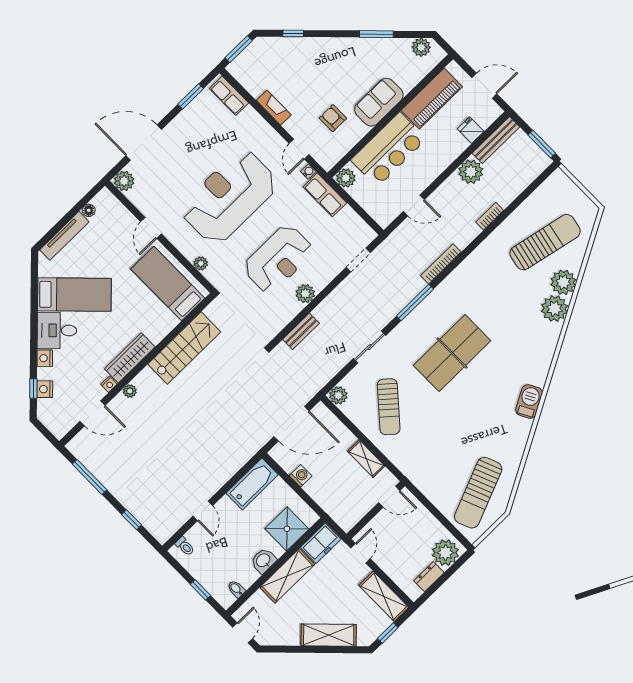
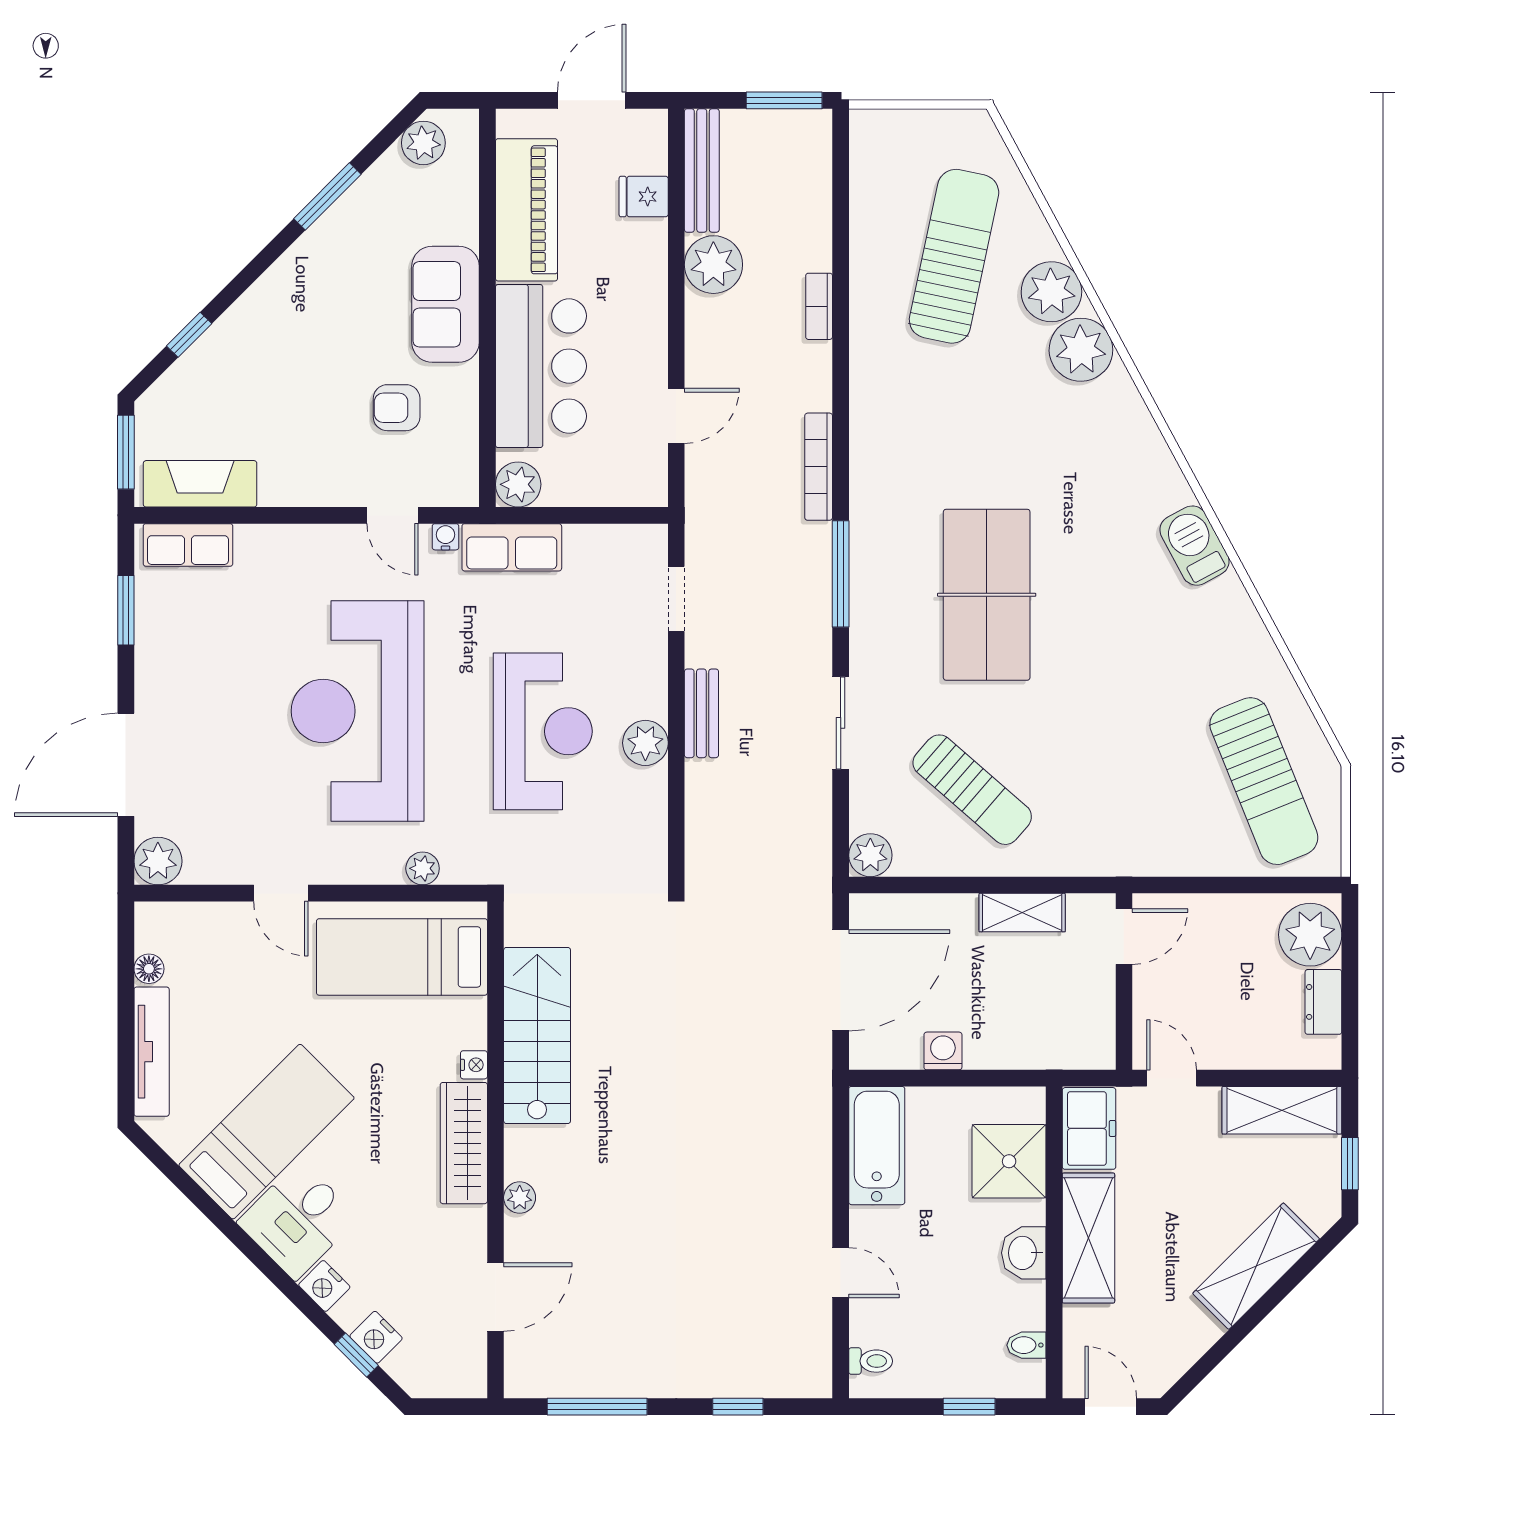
fireplace: (274, 108) -> (200, 484), moved, width x1.37, depth x1.32
bench: (301, 331) -> (701, 713), moved
nightstand: (109, 384) -> (474, 1065), moved

